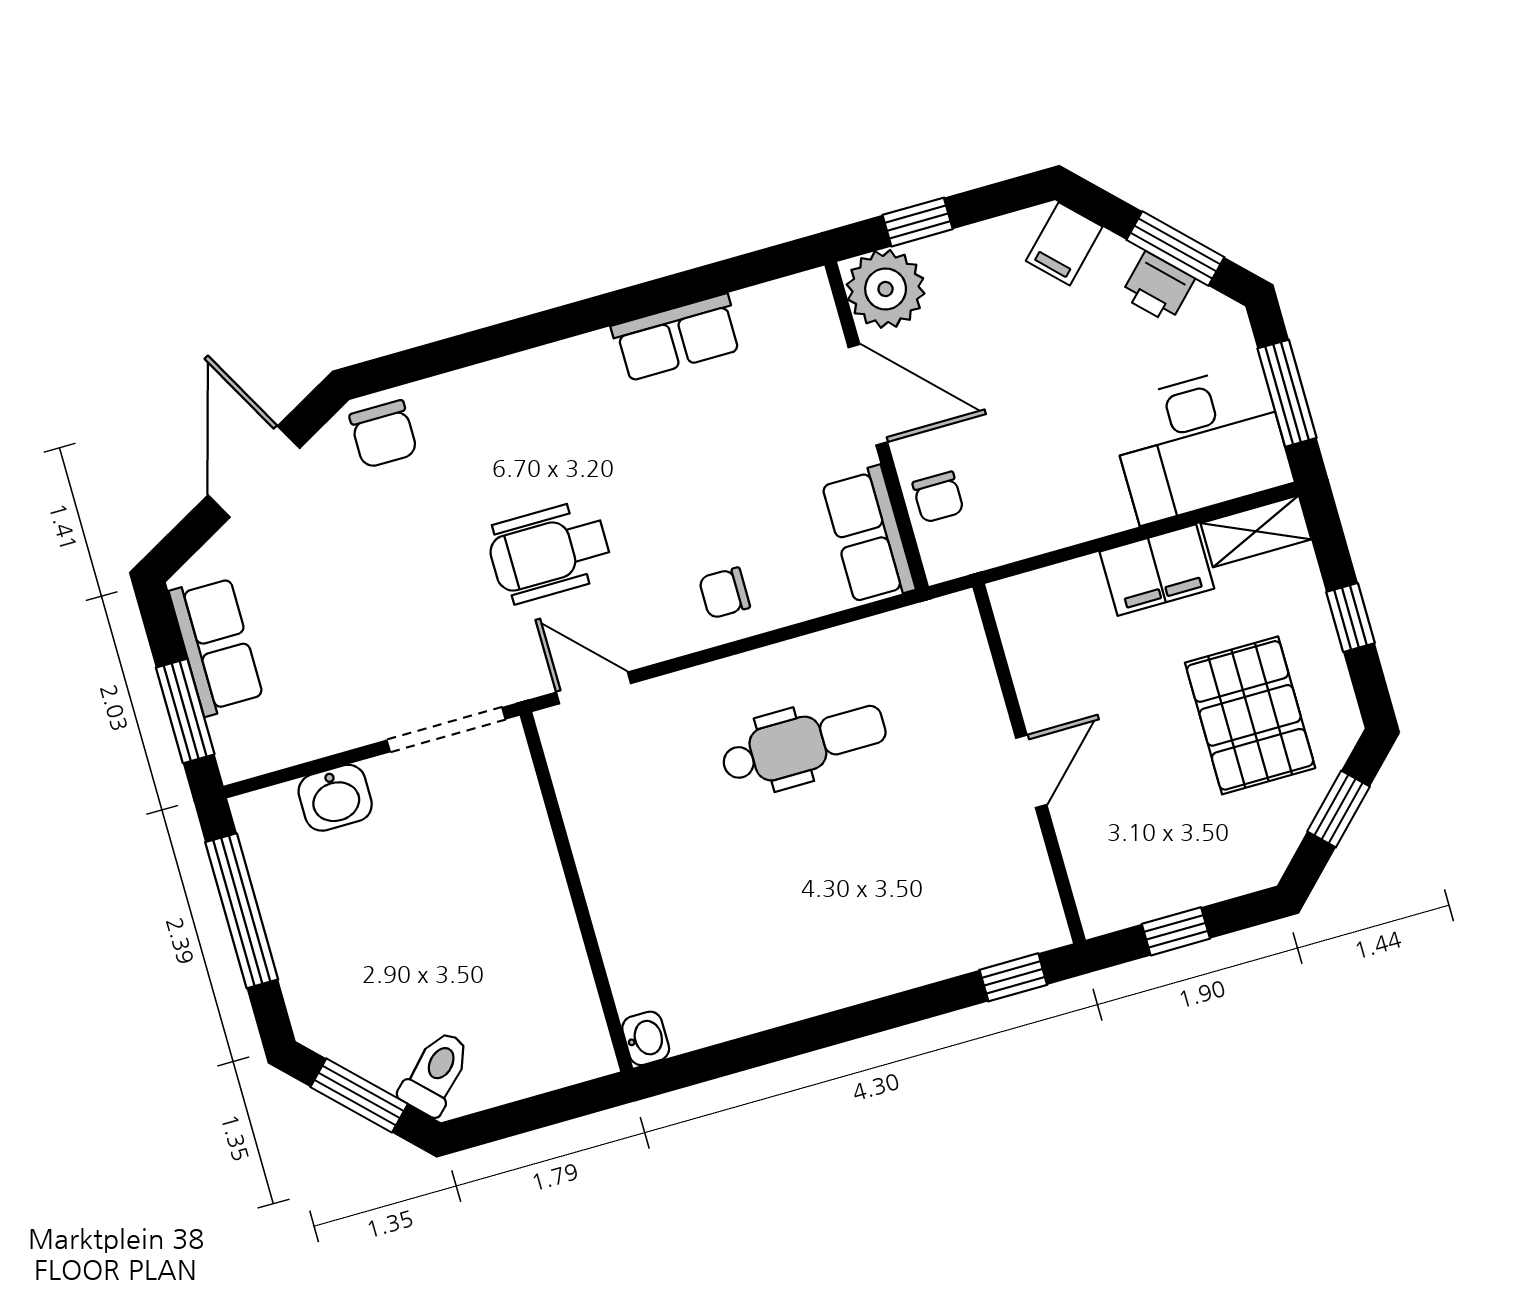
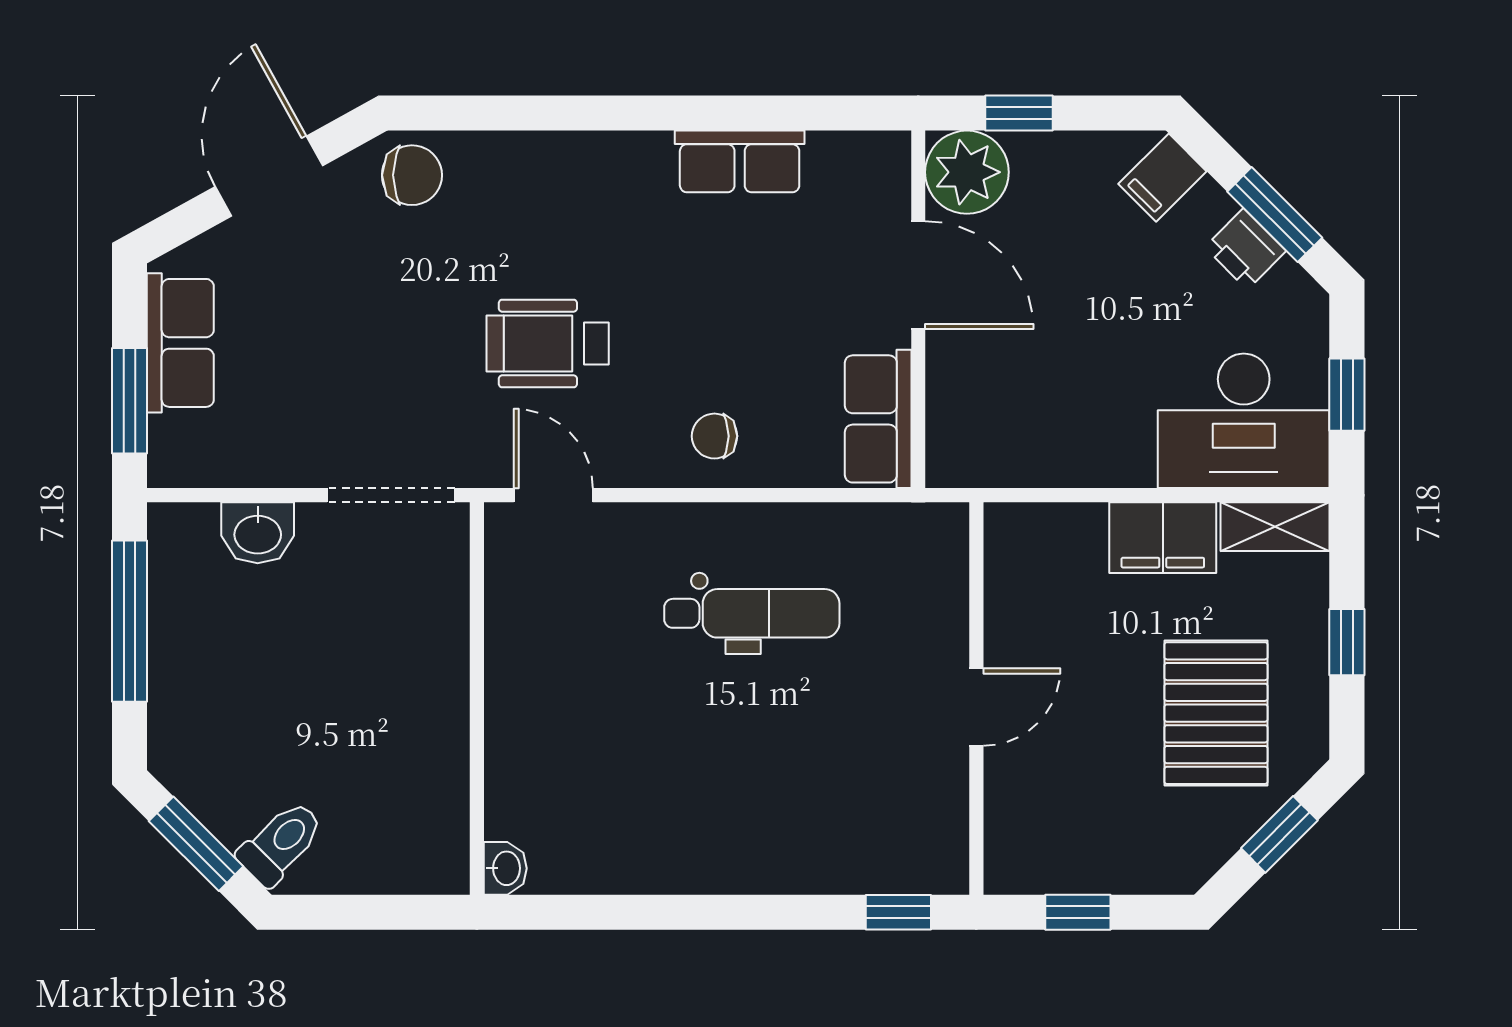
window: (1287, 393) -> (1347, 395), width x0.67
chair: (383, 434) -> (412, 175), turned -90
chair: (938, 497) -> (960, 400), removed

